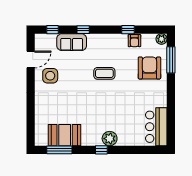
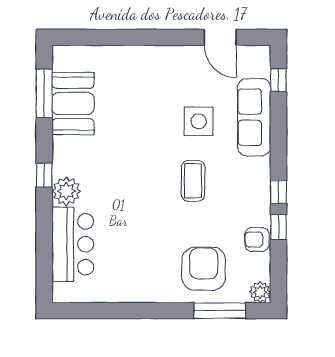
window: (83, 30) -> (278, 192), moved
sofa: (72, 42) -> (254, 117), width x1.36
armchair: (149, 68) -> (204, 269), turned -90
side table: (50, 76) -> (199, 121), moved
bar counter: (156, 127) -> (73, 244), moved, turned 90

